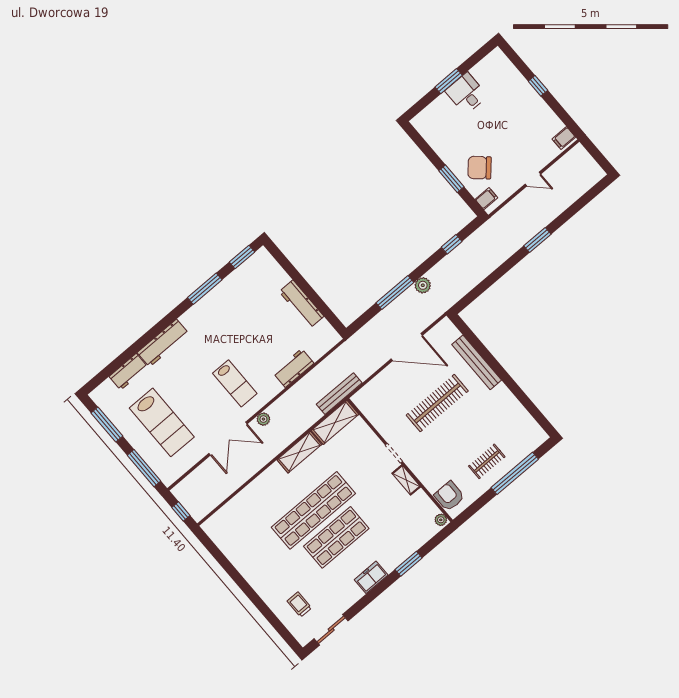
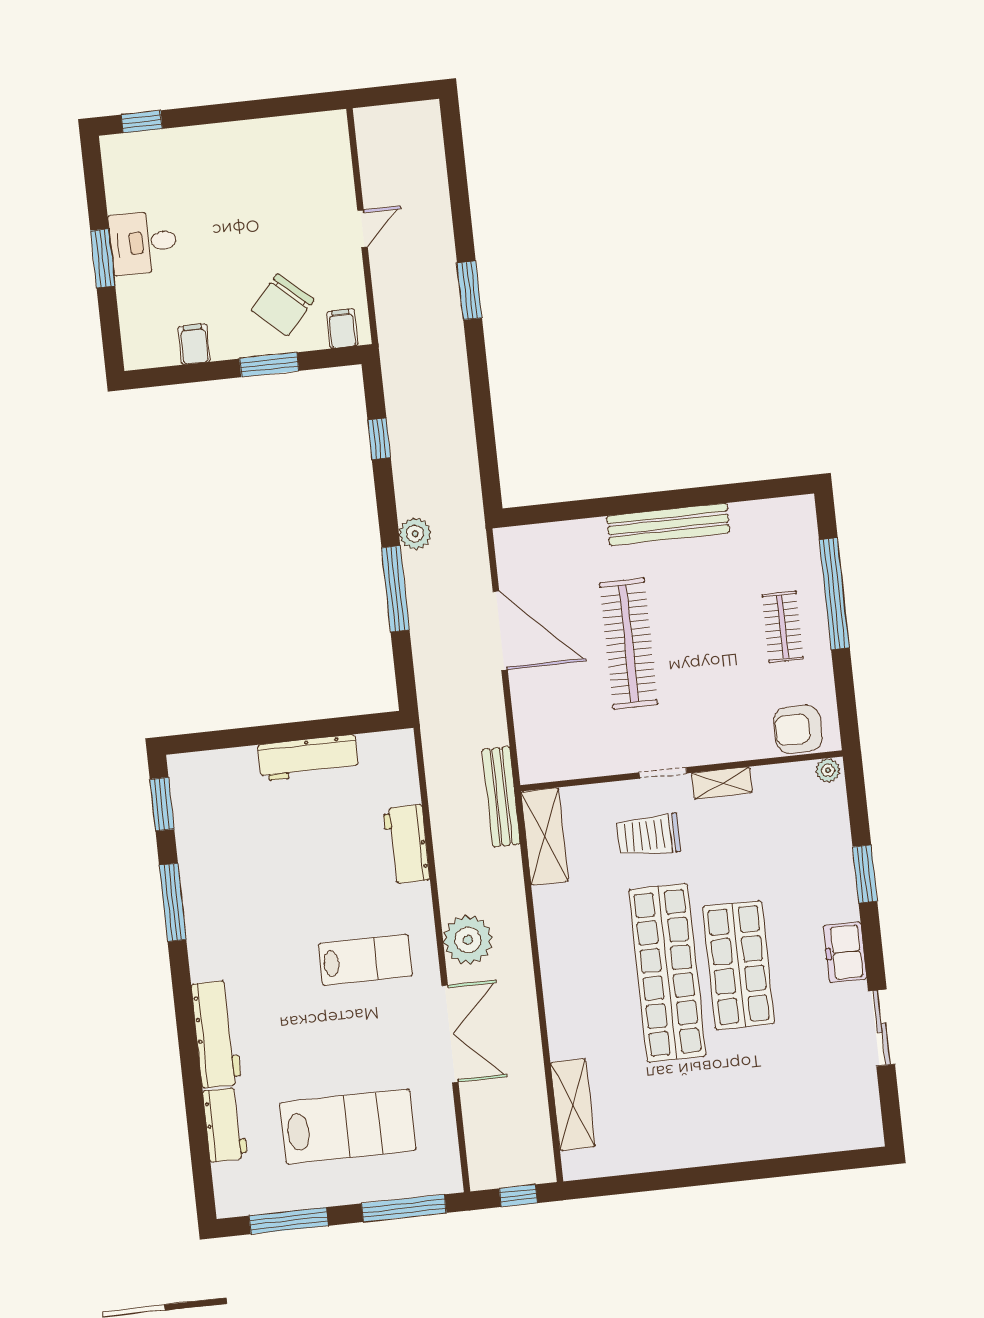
window: (538, 86) -> (142, 122), moved
filing cabinet: (564, 138) -> (194, 344), moved, turned 180
door: (407, 347) -> (500, 631), hinge flipped
bench: (477, 362) -> (668, 524), moved
plant: (263, 419) -> (468, 940), width x1.87, depth x1.87
shelving: (299, 452) -> (573, 1105), moved
trolley: (299, 605) -> (649, 835), moved, width x1.36, depth x1.39
sliding door: (331, 630) -> (882, 1028), moved

